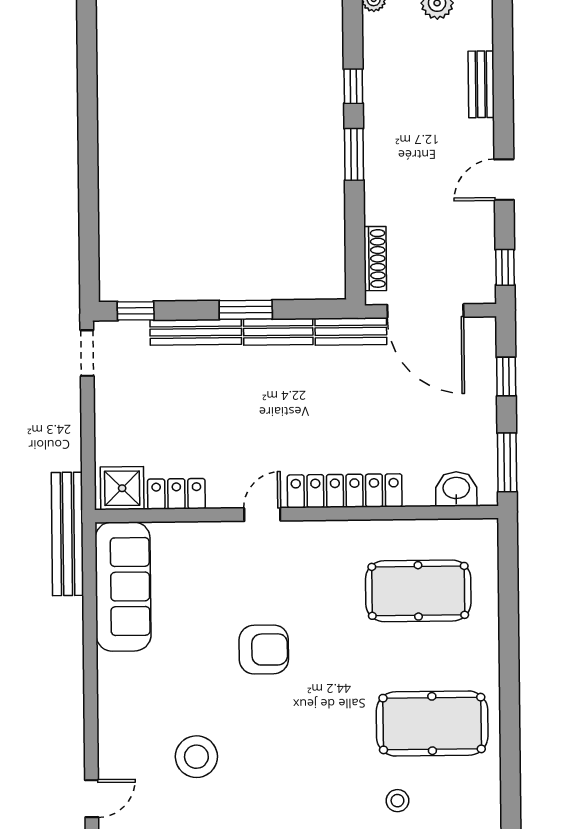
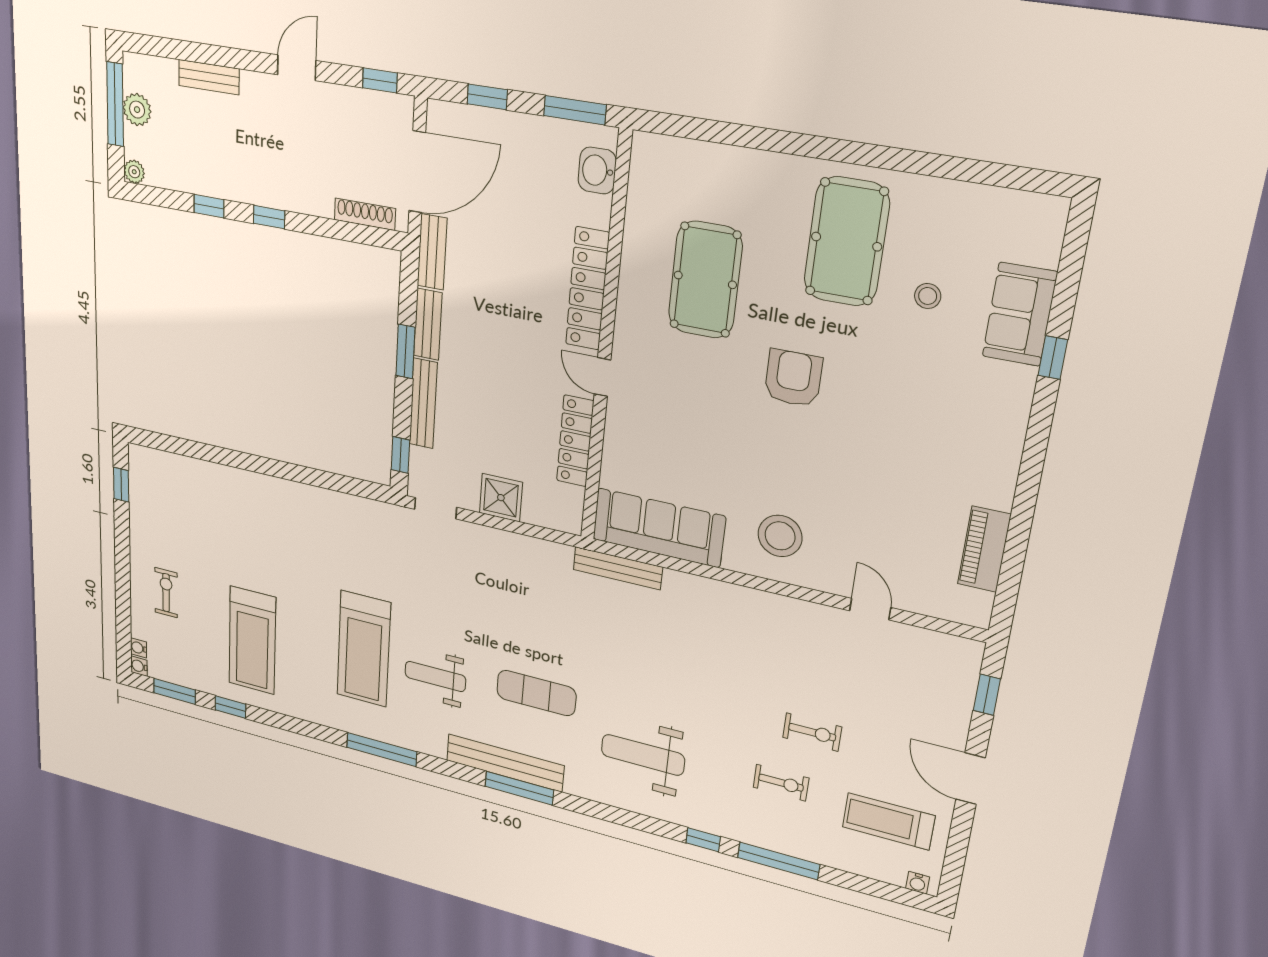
window: (354, 154) -> (269, 217), width x0.67
door: (504, 180) -> (297, 68), swing flipped
shower: (122, 488) -> (501, 498), moved
locker: (176, 494) -> (575, 441), width x1.53
bench: (67, 534) -> (618, 568), width x0.73, depth x0.82
pool table: (418, 591) -> (705, 280), moved
armchair: (264, 650) -> (793, 378), moved
stool: (196, 757) -> (780, 536), moved

